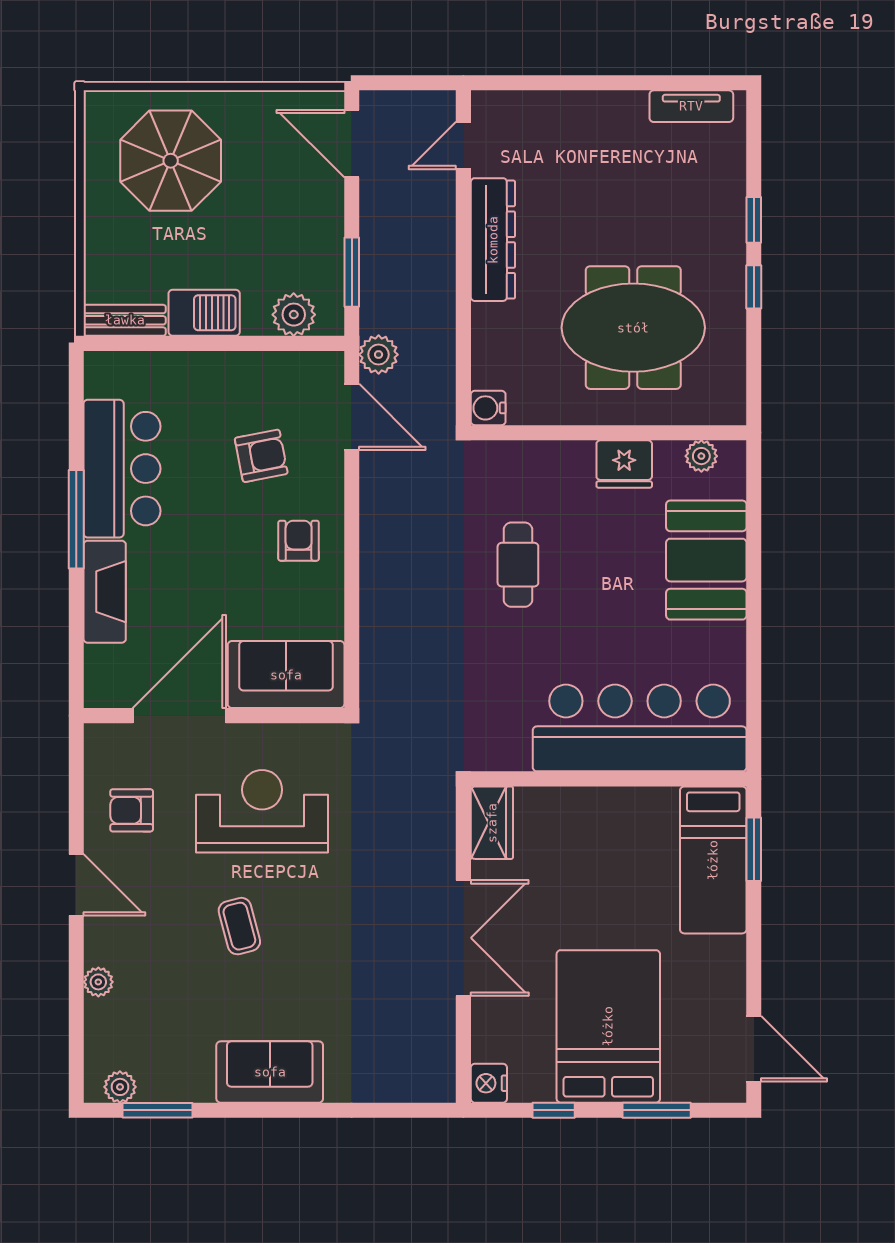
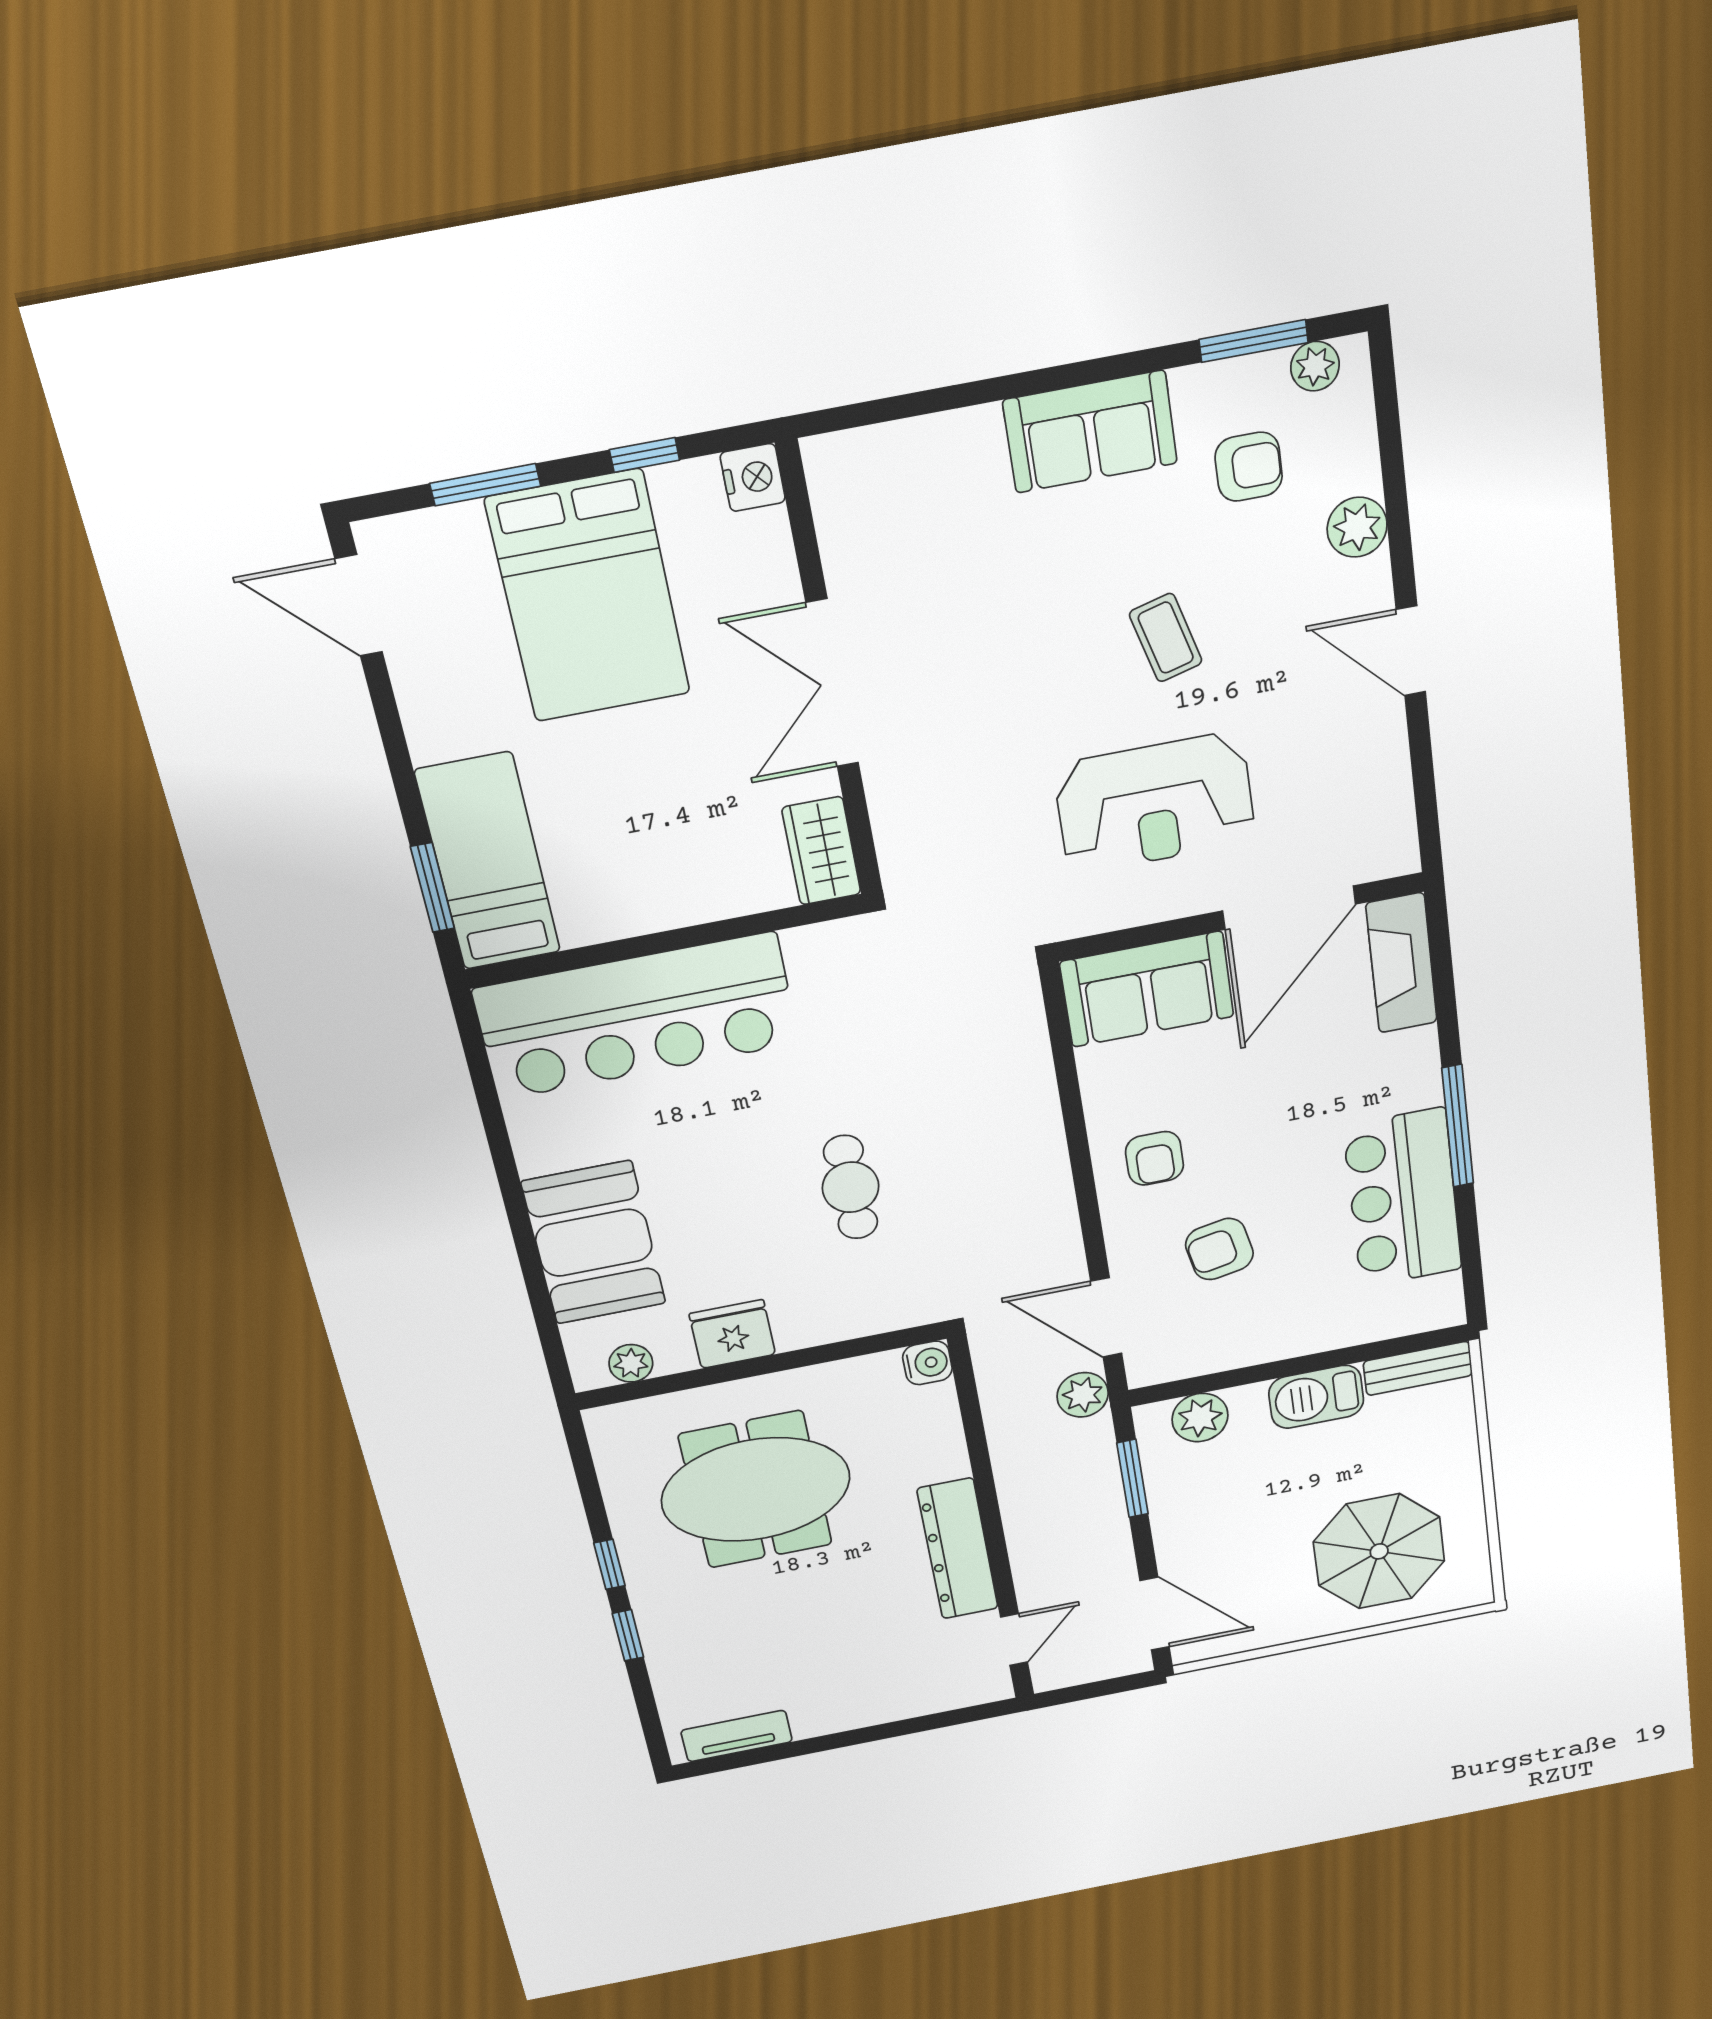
fireplace: (105, 592) -> (1401, 963), moved
armchair: (132, 810) -> (1249, 467), moved
plant: (98, 982) -> (1357, 527), width x1.38, depth x1.38

